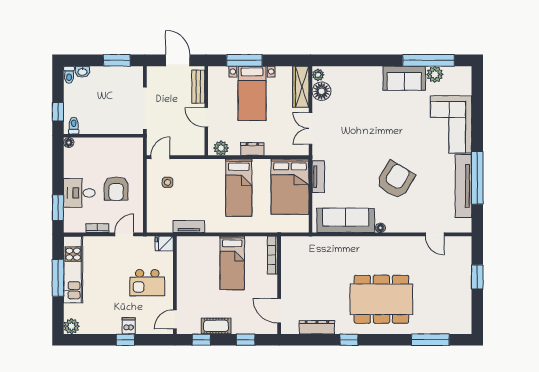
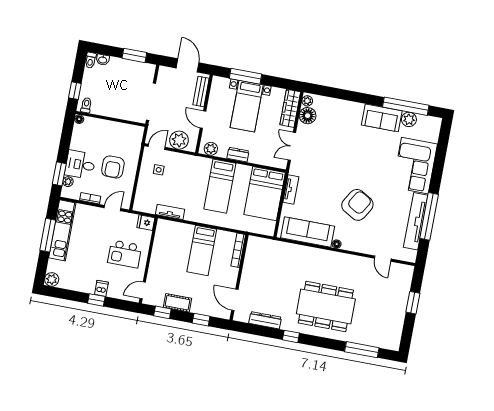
plant: (184, 145) -> (179, 140), added
plant: (69, 214) -> (68, 182), added

